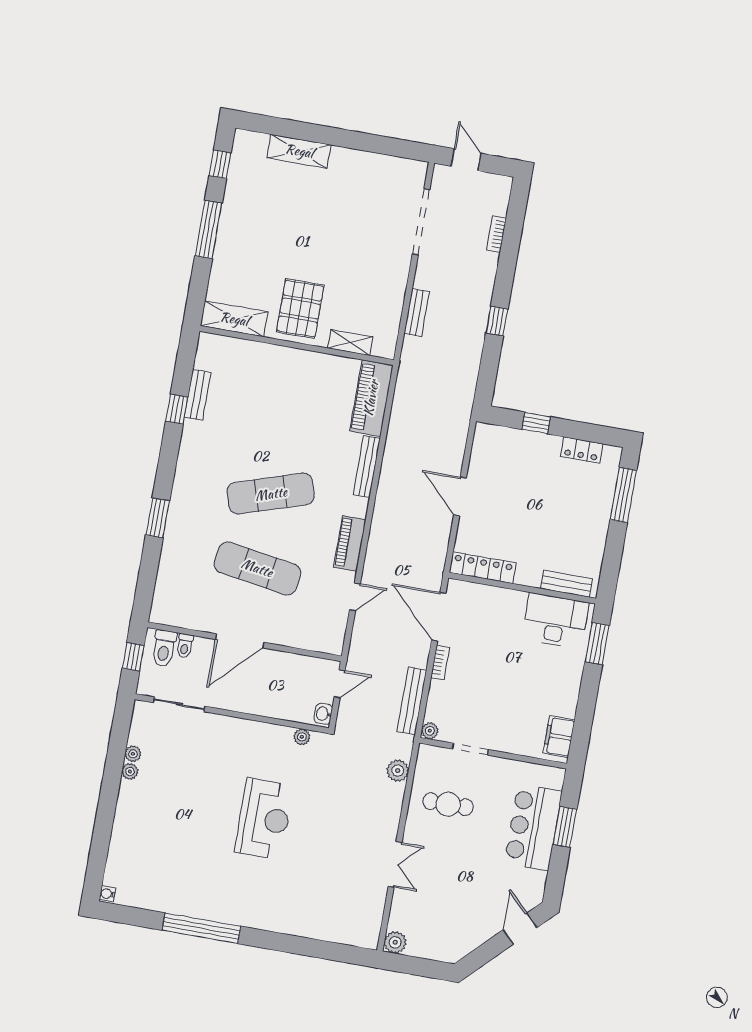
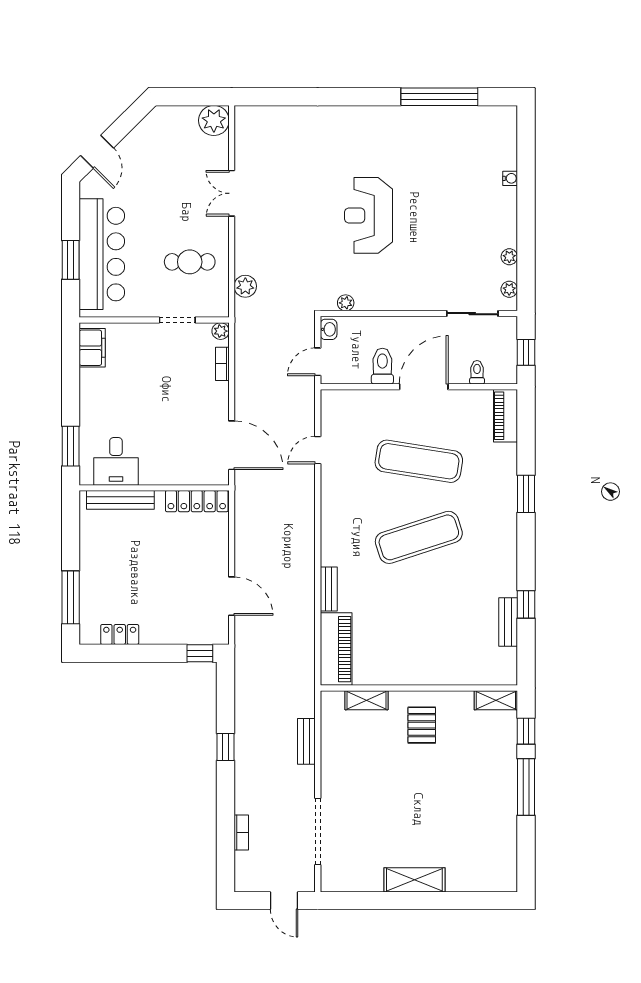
shelving: (299, 151) -> (414, 880), moved
window: (220, 164) -> (526, 731), moved
pallet: (300, 308) -> (422, 725), width x0.67, depth x0.71
shelving: (234, 319) -> (496, 700), width x0.67, depth x0.75
window: (536, 423) -> (200, 653), moved
bench: (367, 466) -> (329, 589), width x0.73
door: (460, 496) -> (232, 596), moved
piano: (350, 543) -> (506, 416), moved, turned 180
bench: (566, 584) -> (120, 500), width x1.36
desk: (555, 621) -> (116, 461), width x0.73
toilet: (164, 648) -> (382, 366), moved
bookcase: (440, 663) -> (222, 364), moved
bench: (412, 701) -> (243, 358), removed
plant: (130, 771) -> (509, 289), moved
bar counter: (533, 827) -> (102, 254), width x1.36
water cooler: (107, 894) -> (510, 178), moved
window: (202, 928) -> (439, 97), moved
plant: (395, 942) -> (214, 120), width x1.36, depth x1.36

